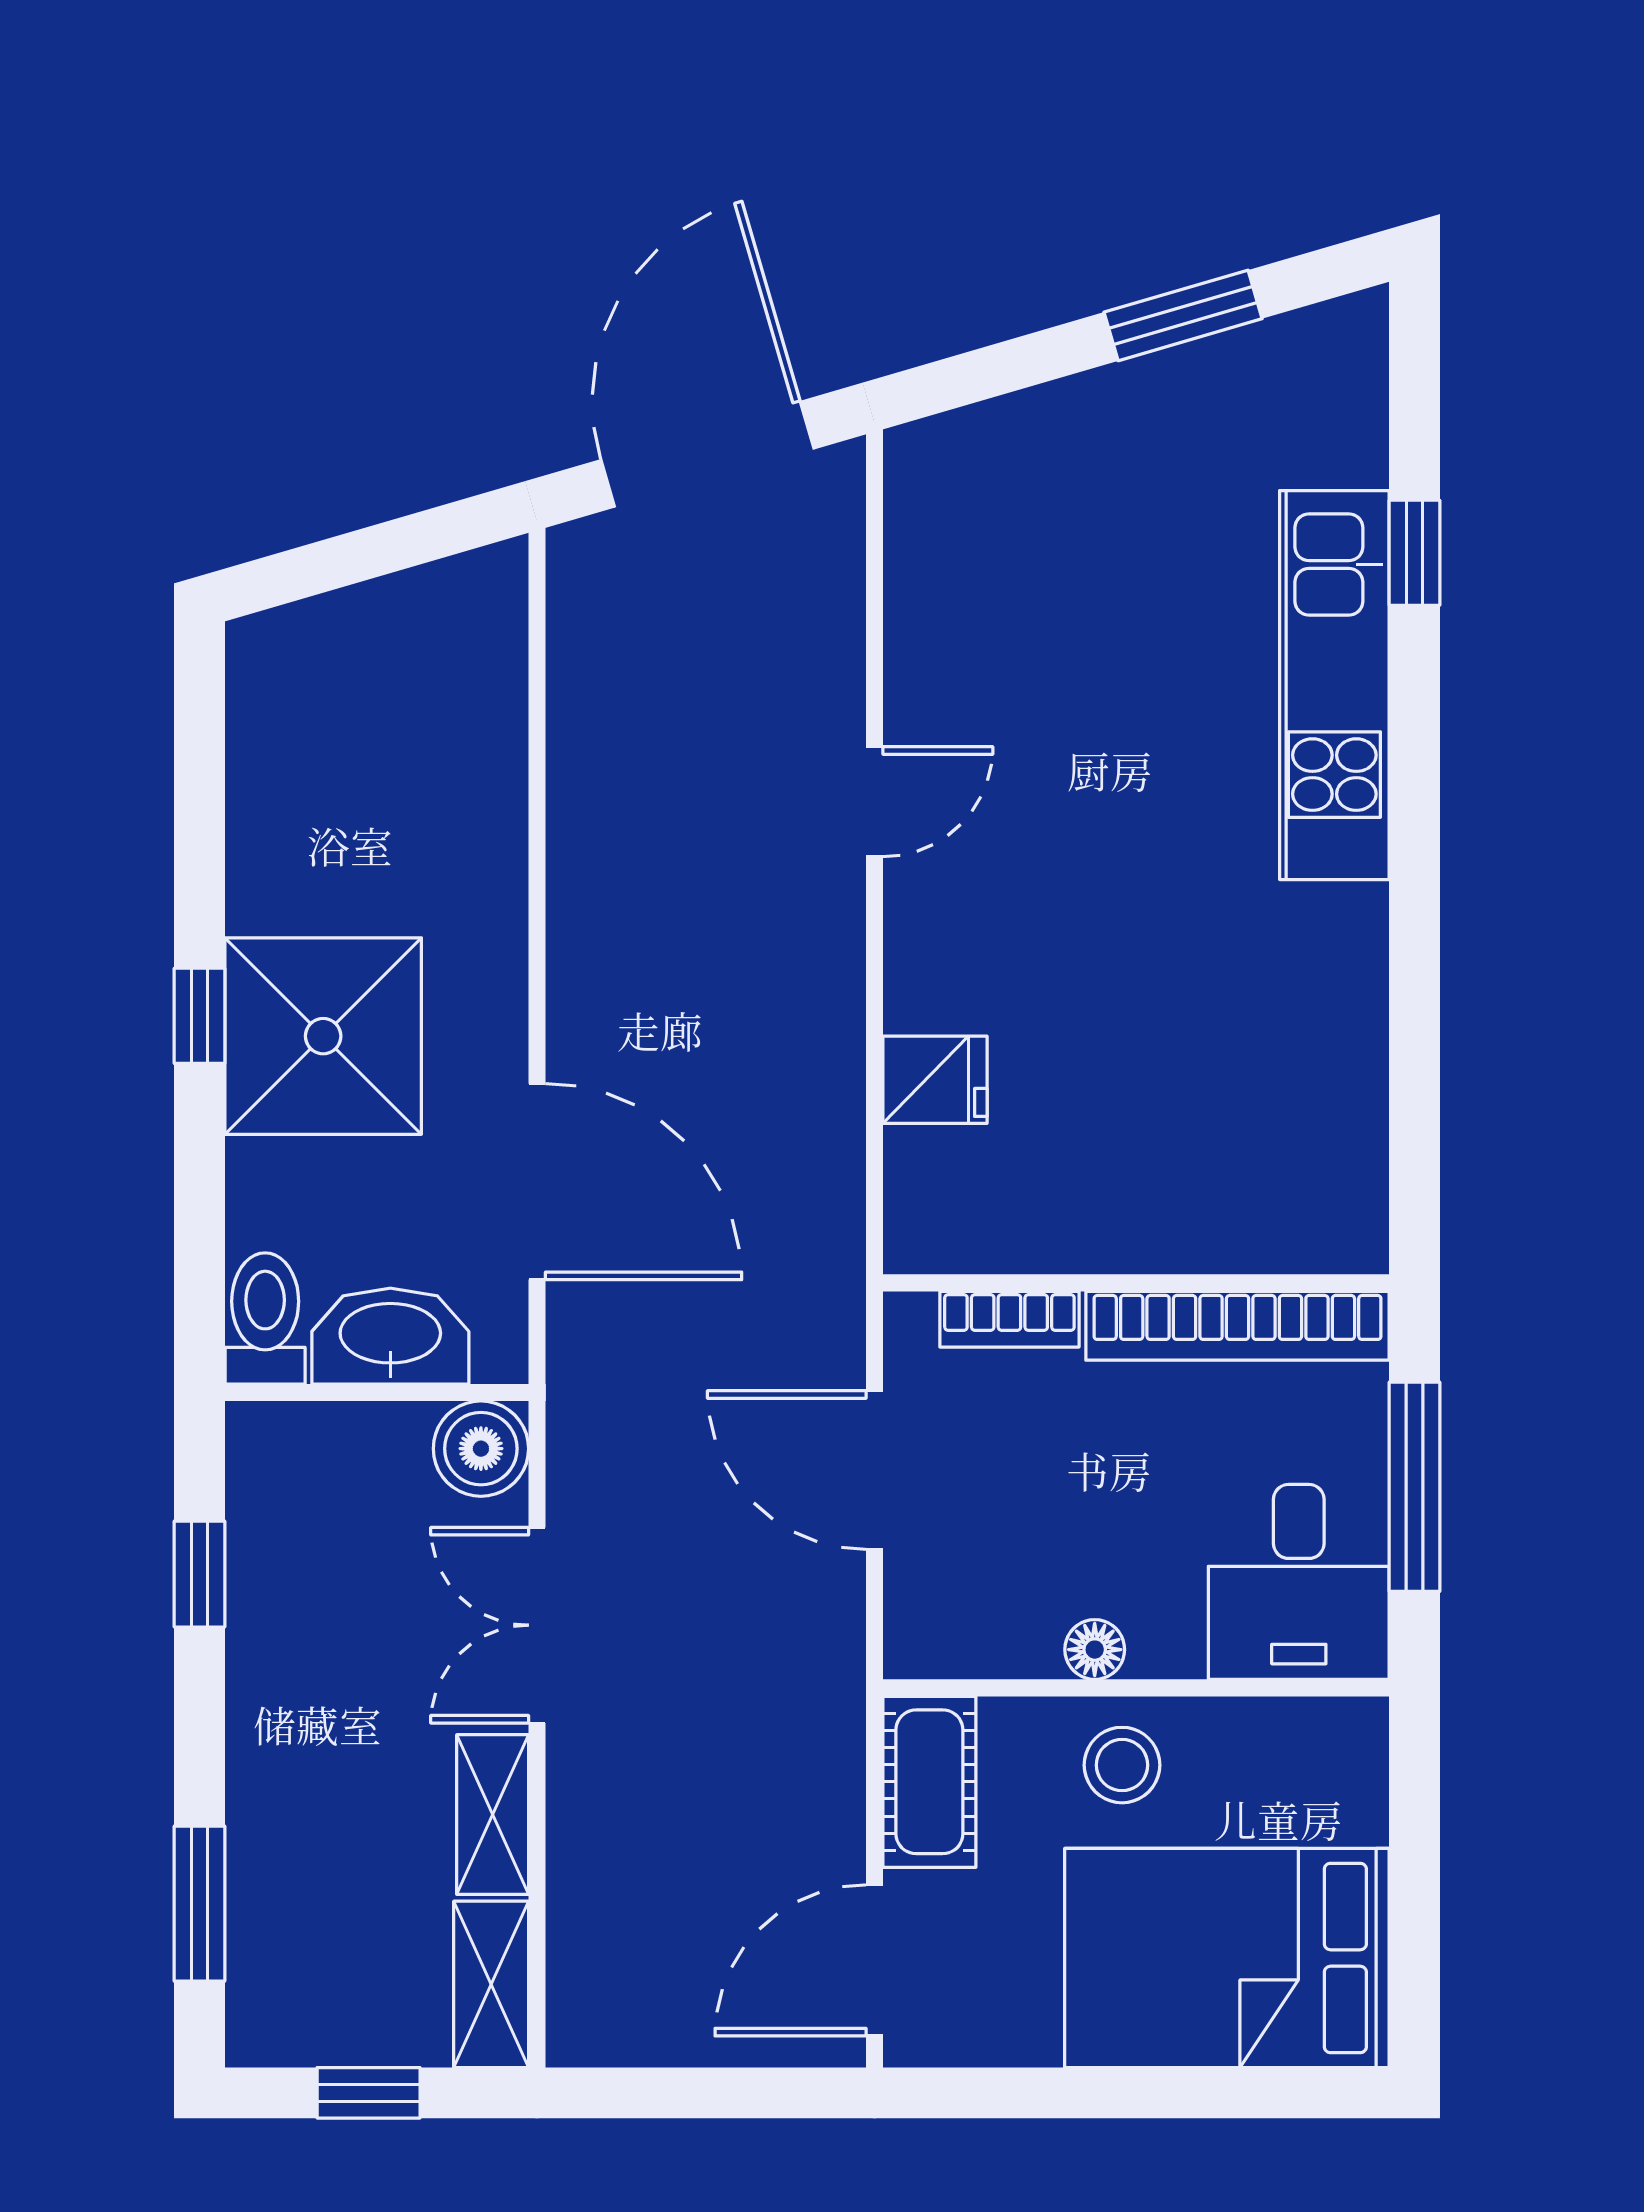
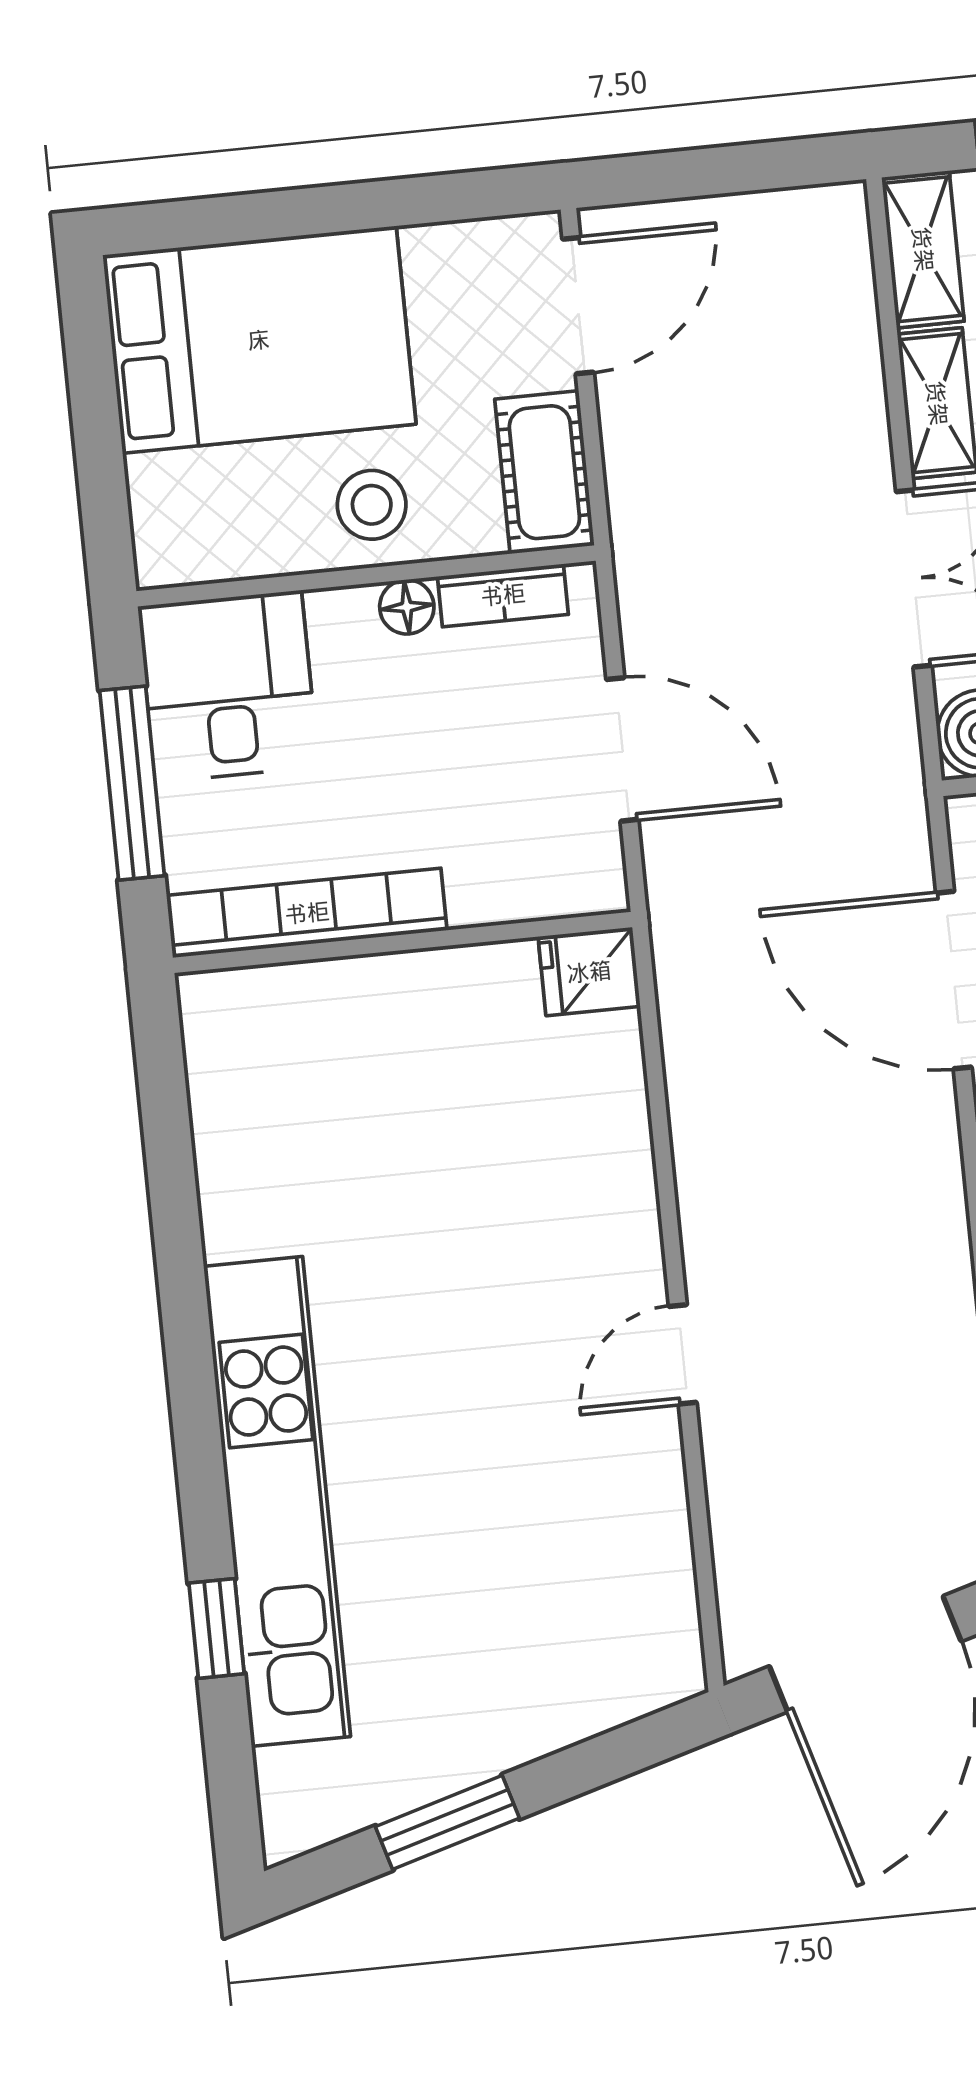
kitchen unit: (1334, 685) -> (277, 1501), width x1.36
fridge: (935, 1080) -> (589, 972), moved
bookcase: (1009, 1319) -> (503, 595), moved, turned 180

